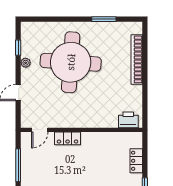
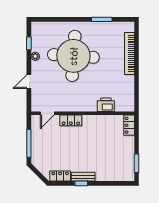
printer: (128, 120) -> (106, 105), moved
locker: (136, 161) -> (129, 125), moved

